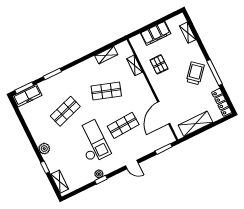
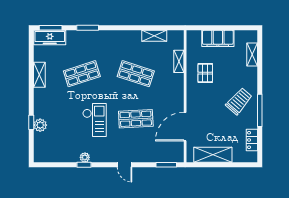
locker: (222, 102) -> (252, 140), width x0.66
checkout: (92, 142) -> (95, 120), width x0.73, depth x0.83
plant: (44, 149) -> (40, 125), moved
shelving: (60, 182) -> (39, 75), moved

